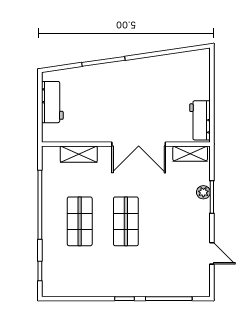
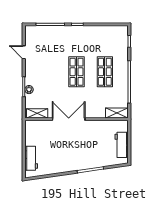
workbench: (200, 120) -> (31, 158), moved
shelving: (79, 154) -> (117, 113), moved

